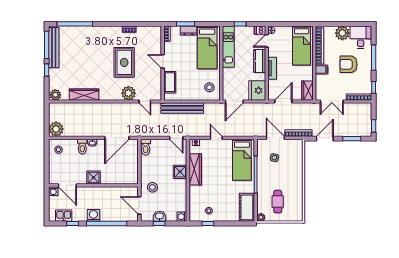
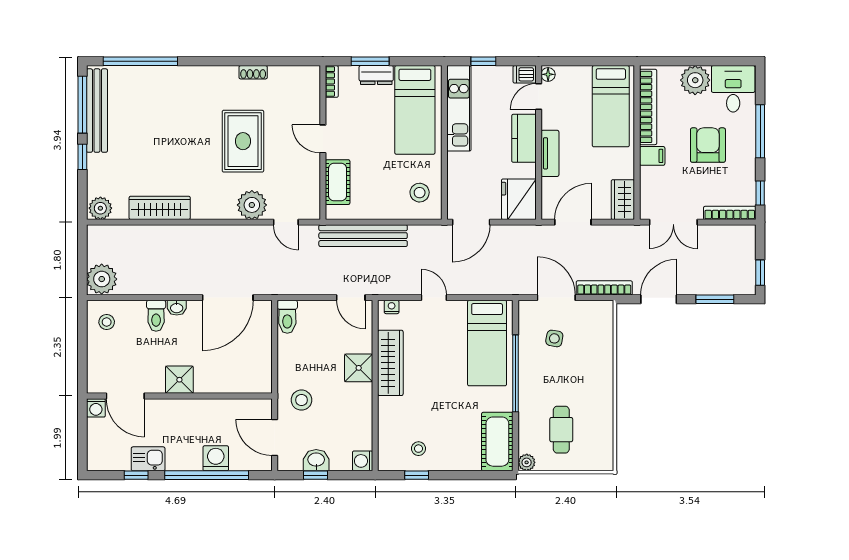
armchair: (348, 64) -> (708, 145), turned 90
washing machine: (93, 215) -> (216, 458), moved
kitchen sink: (64, 216) -> (148, 459), moved

